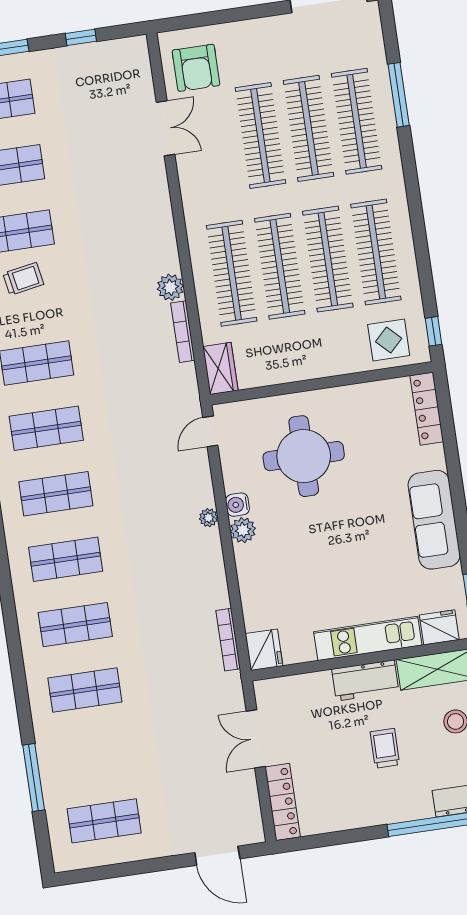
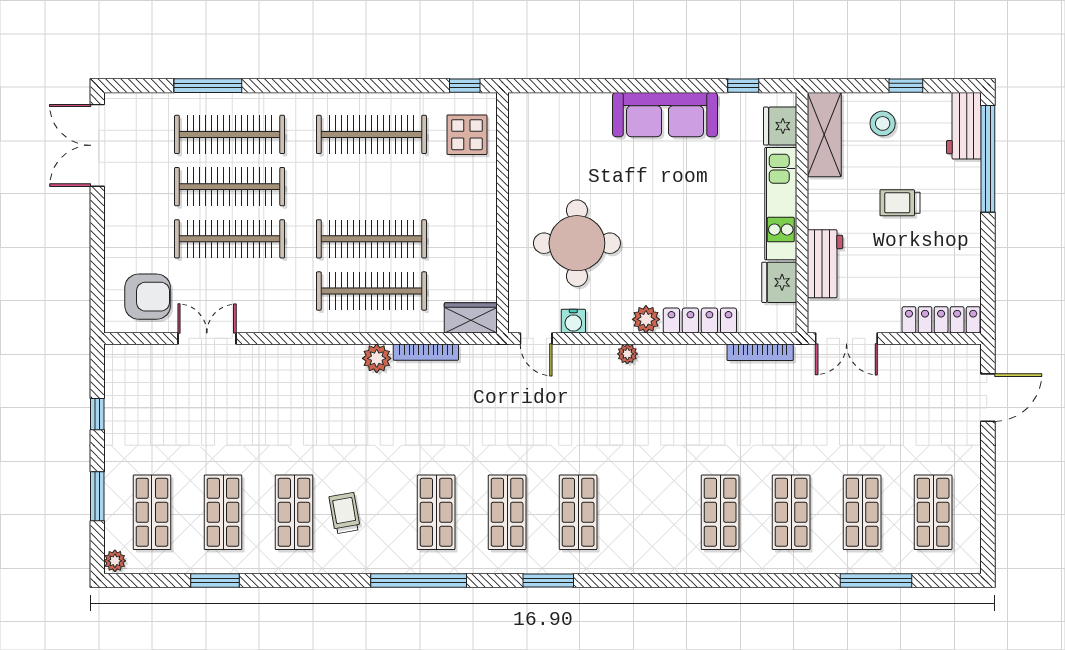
clothes rail: (328, 259) -> (371, 187), removed
locker: (427, 409) -> (700, 320), moved, turned 180
water cooler: (237, 505) -> (573, 321), moved
shop shelf: (66, 559) -> (862, 512), moved
fridge: (264, 650) -> (779, 282), moved, turned -90
workbench: (365, 680) -> (825, 264), moved
double door: (256, 739) -> (846, 338), moved

